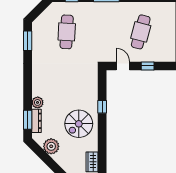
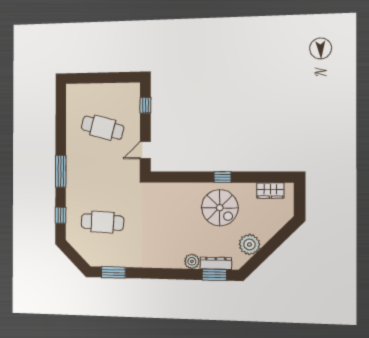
window: (148, 66) -> (145, 105), moved
window: (102, 107) -> (223, 177), moved

